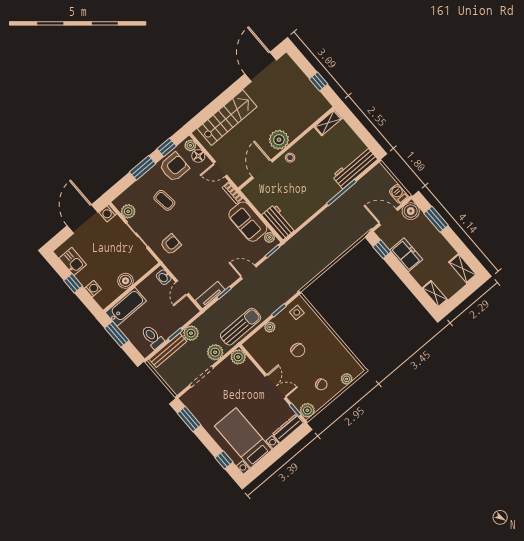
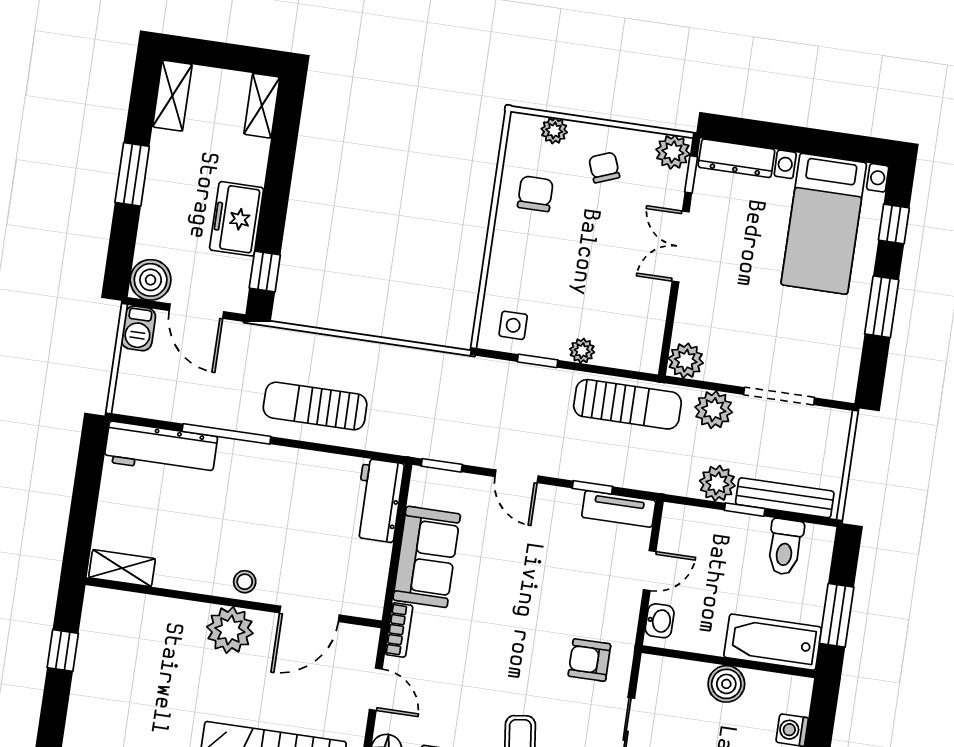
window: (436, 219) -> (132, 174), moved
sun lounger: (326, 228) -> (315, 406), added
plant: (269, 237) -> (421, 493), removed
sun lounger: (241, 327) -> (627, 404), turned 180
chair: (298, 350) -> (535, 194), moved
window: (189, 419) -> (882, 307), moved

